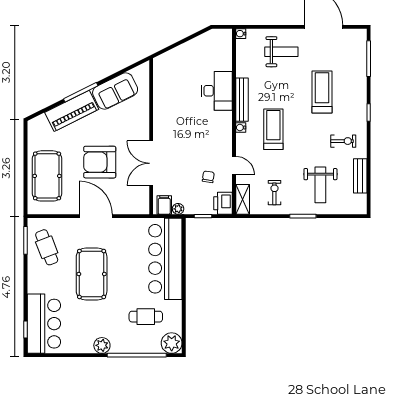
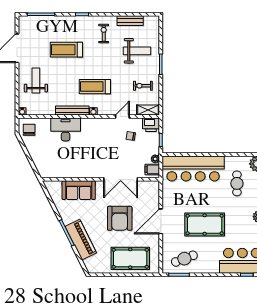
chair: (216, 43) -> (29, 130), added
sofa: (115, 91) -> (79, 190), moved, turned 117

